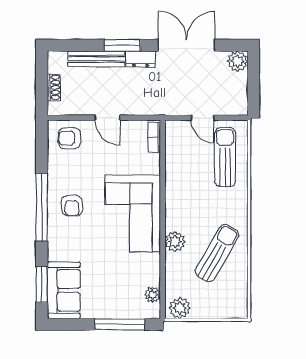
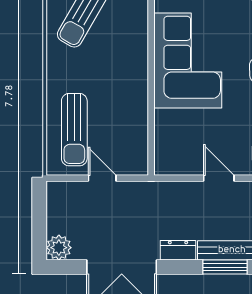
window: (122, 45) -> (225, 267), moved
bookcase: (154, 137) -> (161, 154), removed
plant: (175, 242) -> (136, 26), removed

